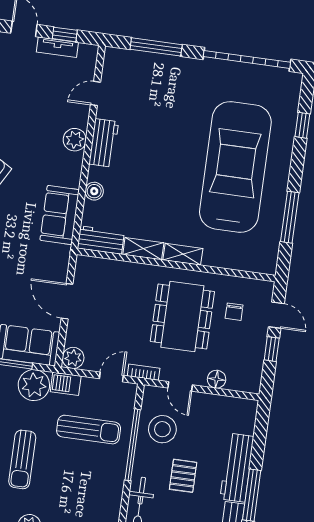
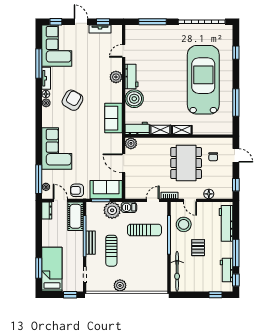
boiler: (94, 191) -> (134, 99), width x1.86, depth x1.86
window: (272, 349) -> (236, 185), moved
plant: (73, 358) -> (131, 143), moved
workbench: (237, 468) -> (226, 223), moved

